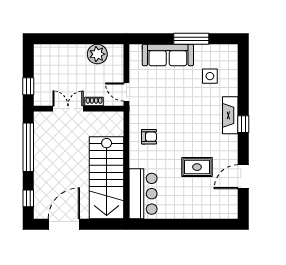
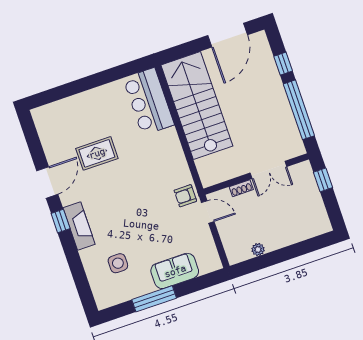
plant: (97, 54) -> (258, 250), width x0.53, depth x0.53
sofa: (168, 55) -> (175, 271), width x0.73
armchair: (149, 137) -> (185, 196), moved
door: (243, 177) -> (47, 182), moved
window: (28, 198) -> (283, 64), moved

